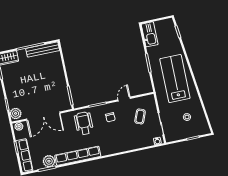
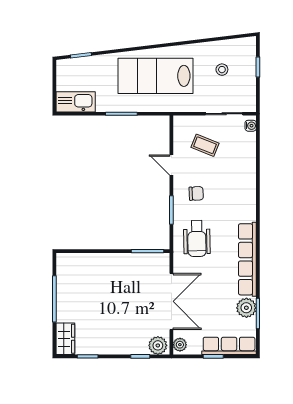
bench: (43, 50) -> (64, 280), removed
wheelchair: (84, 123) -> (197, 239), turned -91

